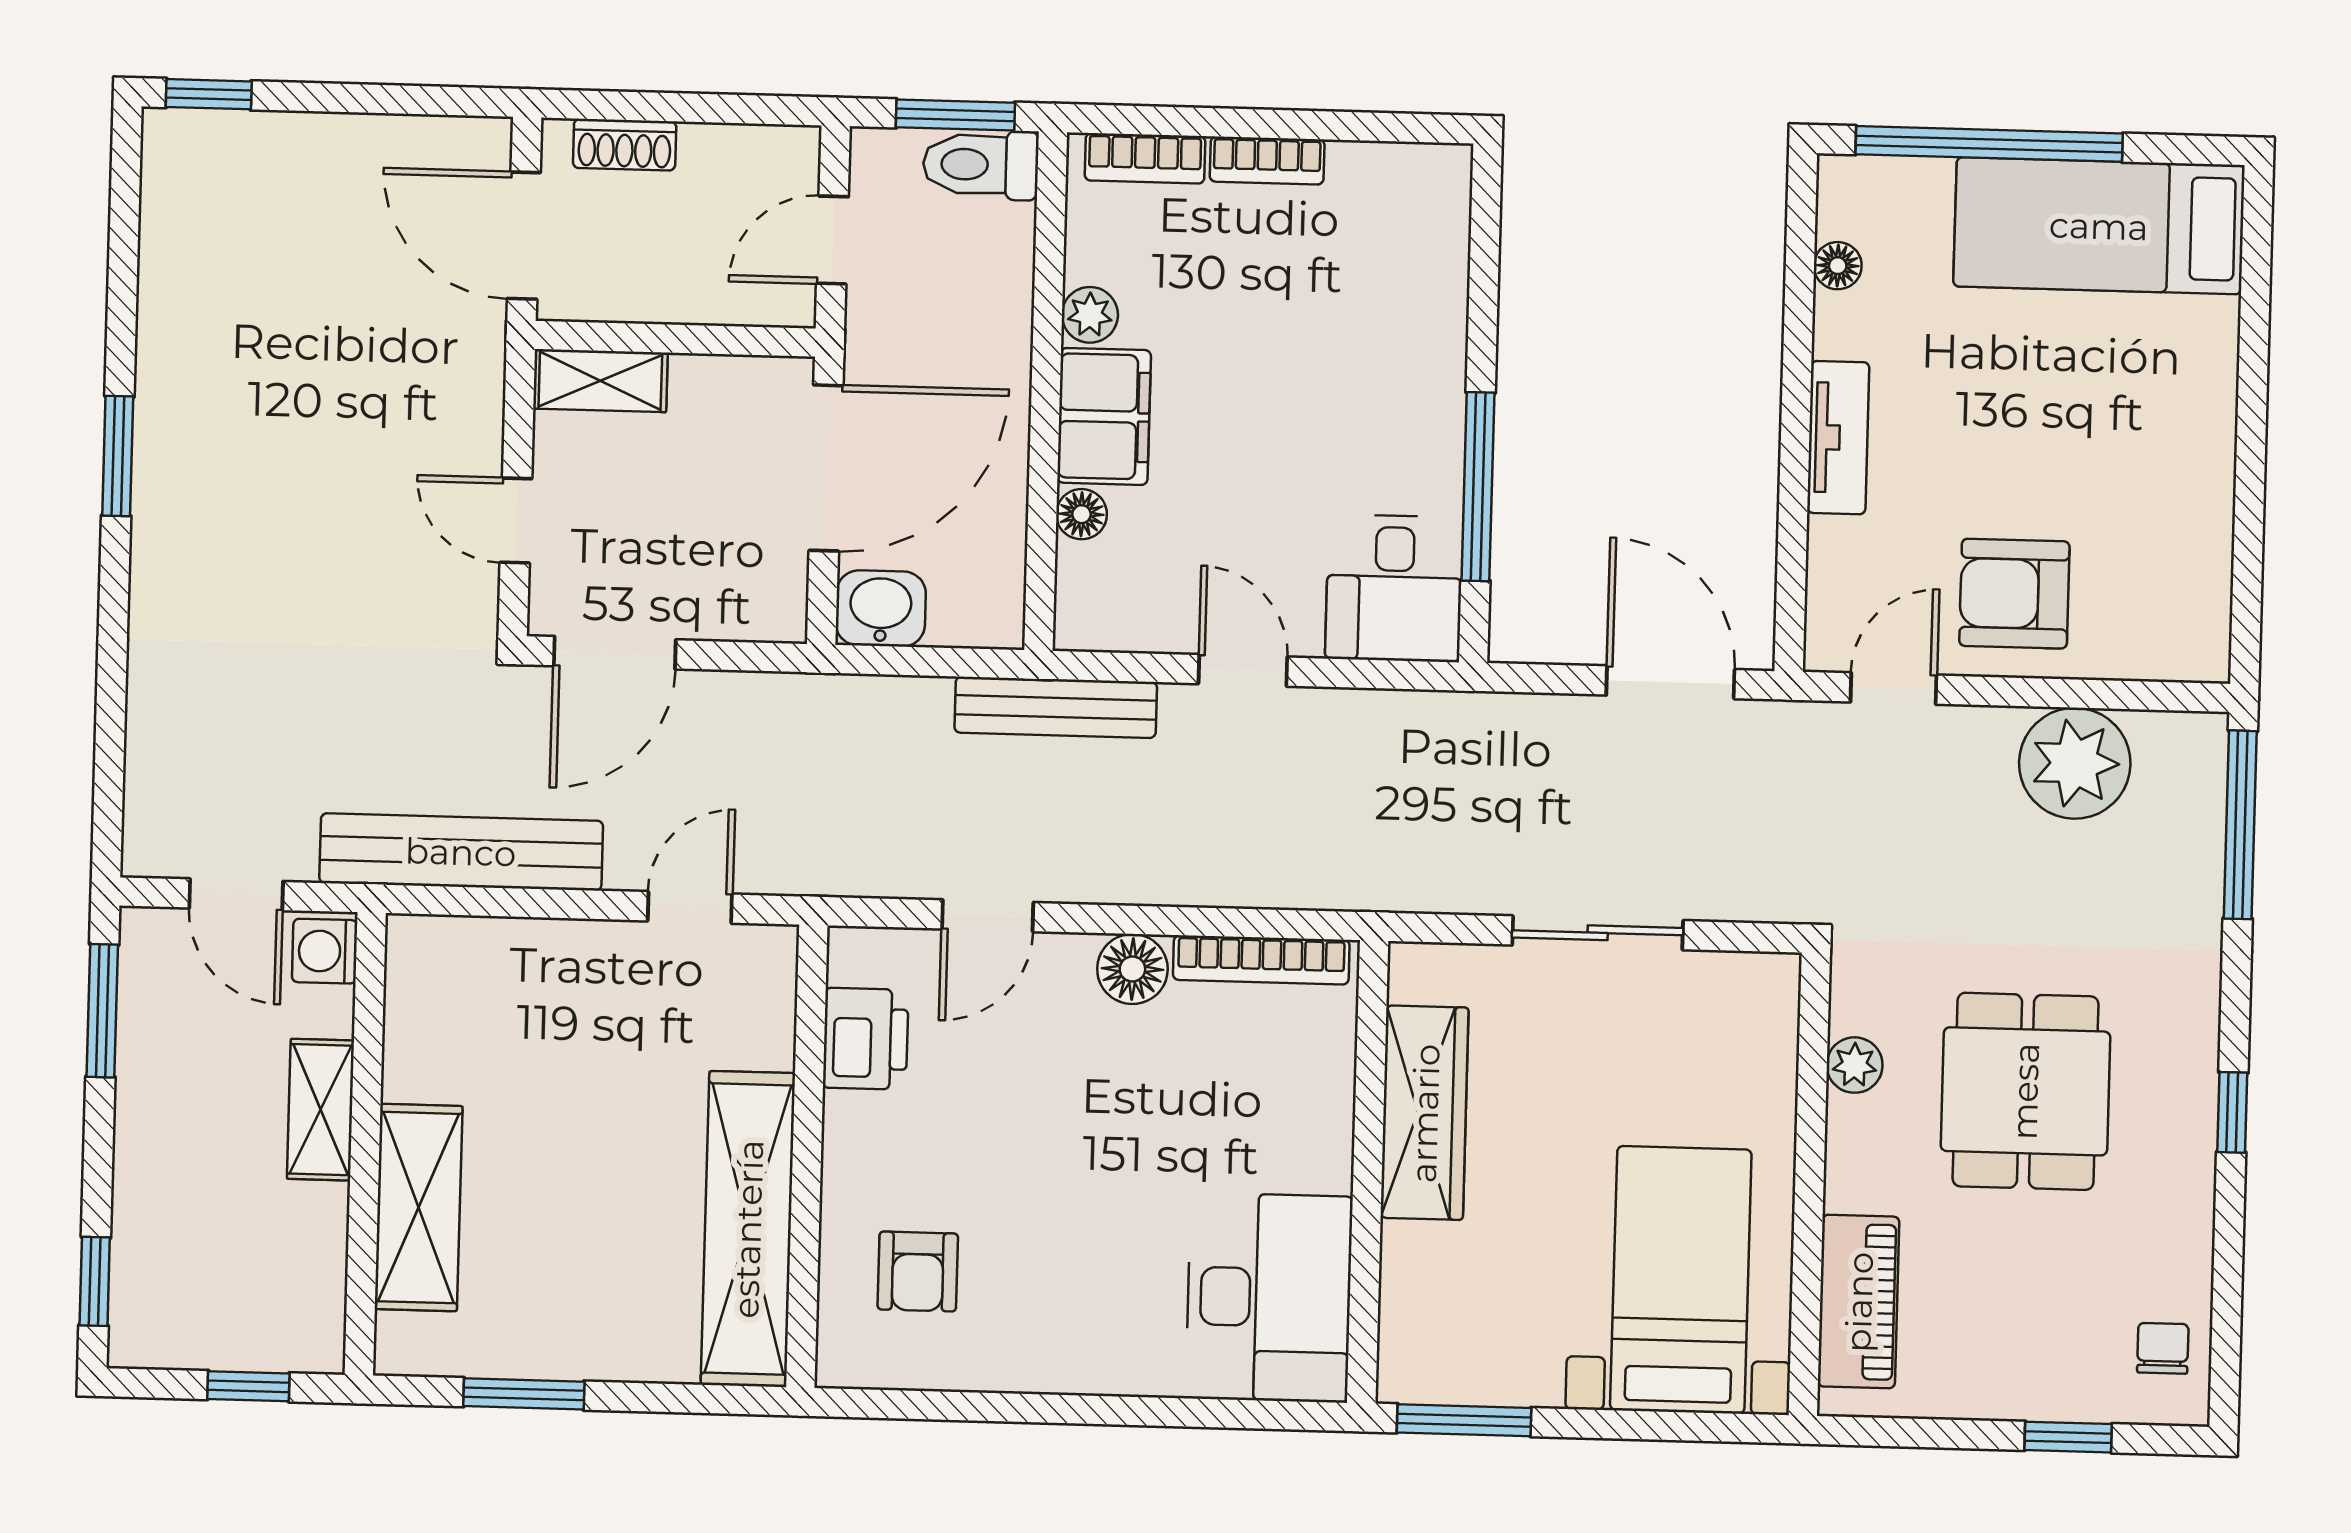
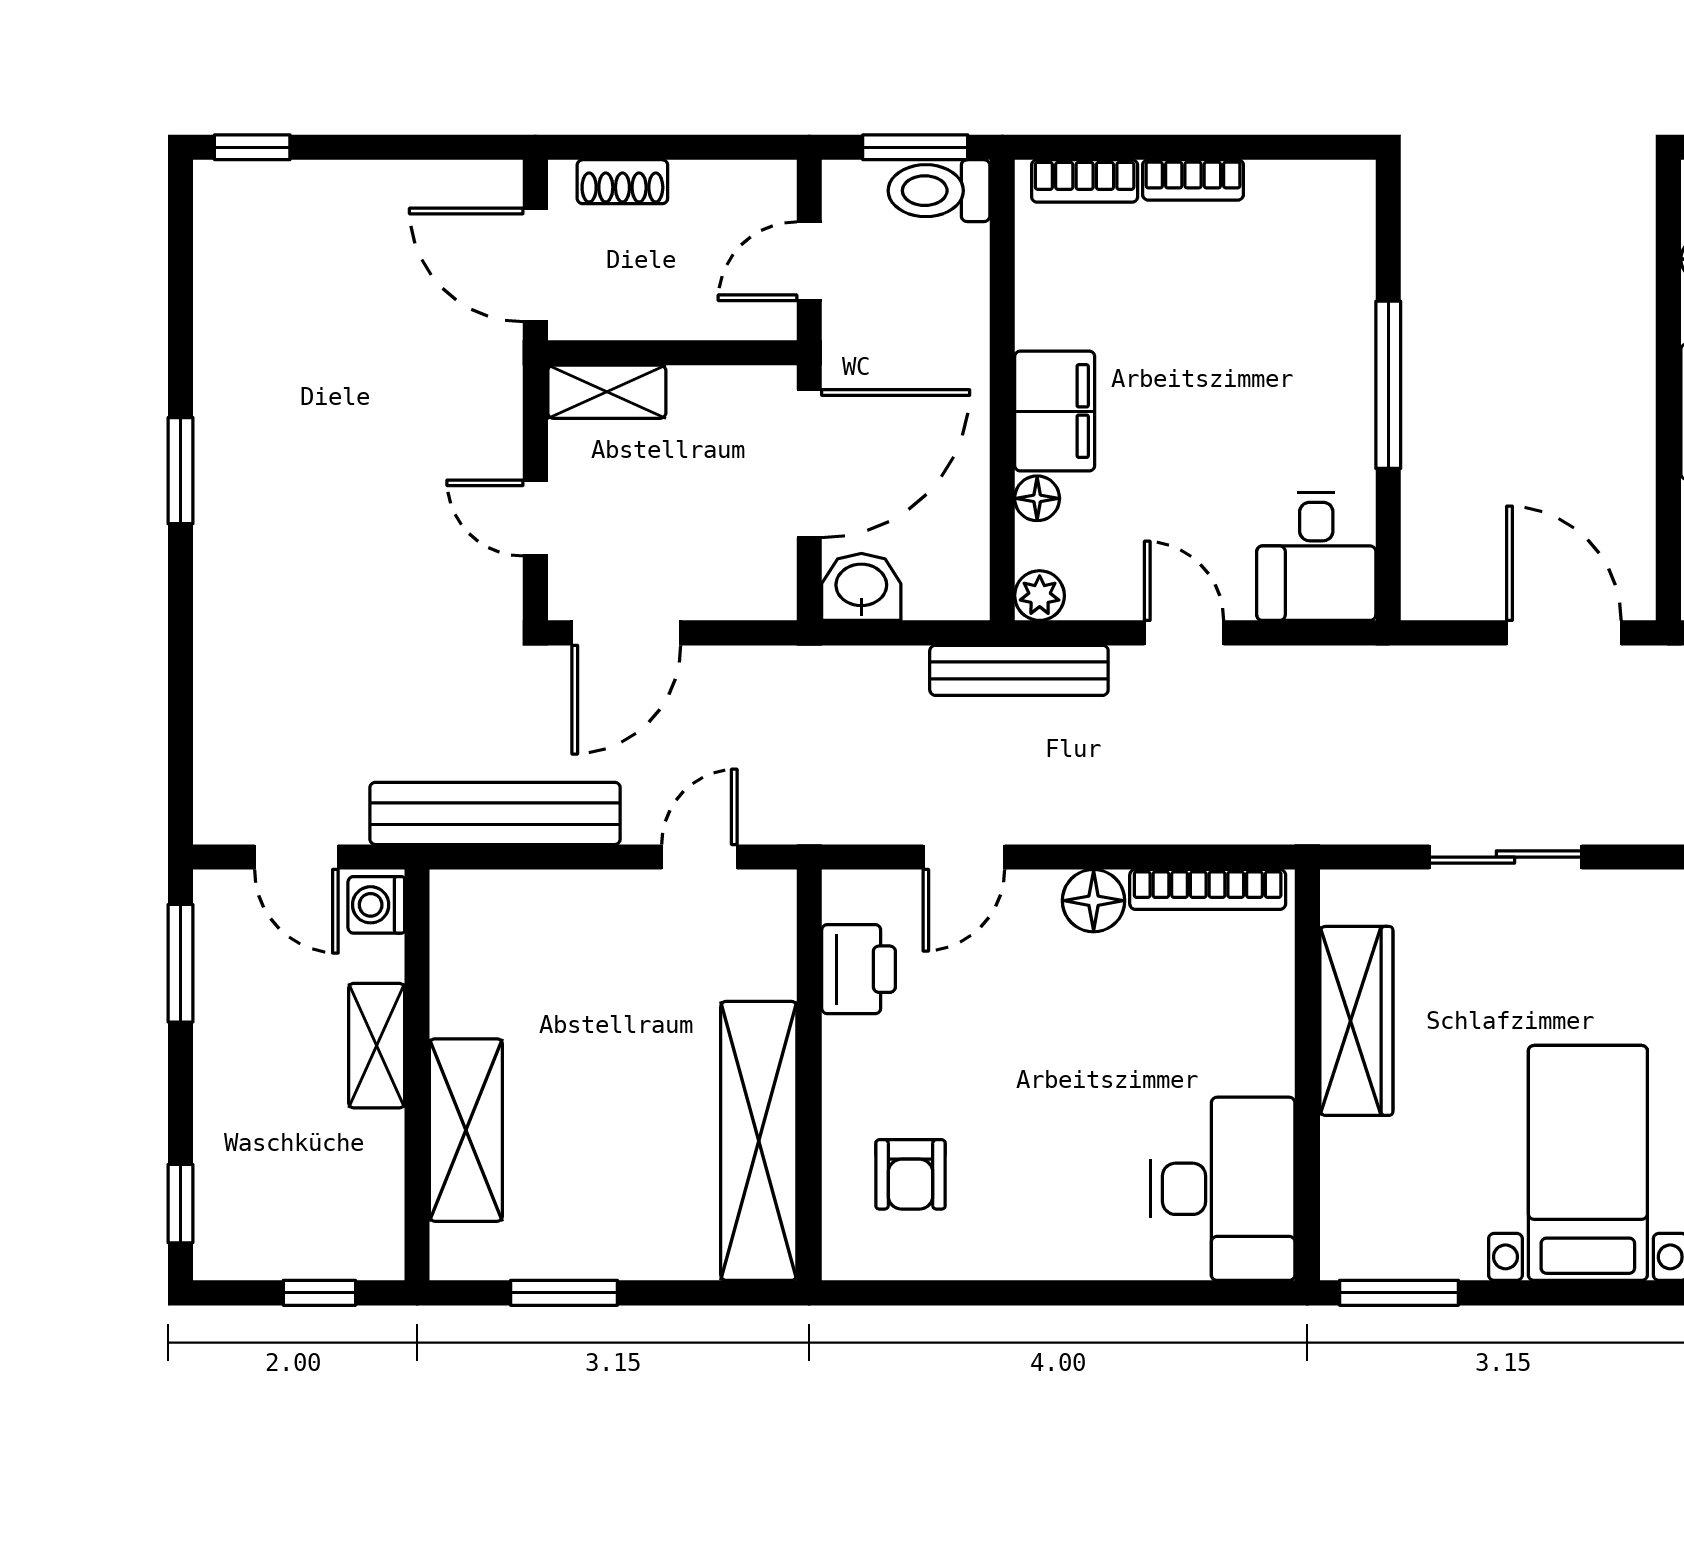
plant: (1090, 315) -> (1040, 596), moved
window: (1478, 487) -> (1388, 385), moved

